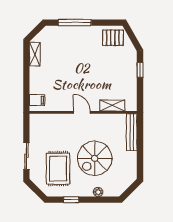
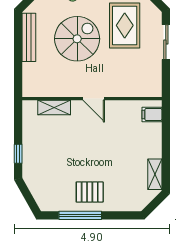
window: (75, 23) -> (80, 215), moved
pallet: (113, 38) -> (90, 192), moved
bench: (132, 132) -> (29, 37), moved

